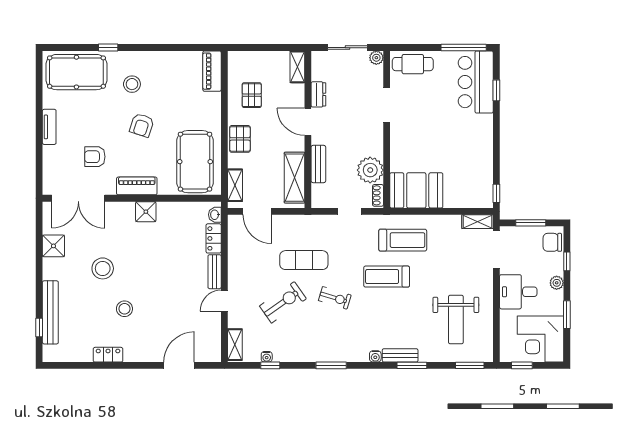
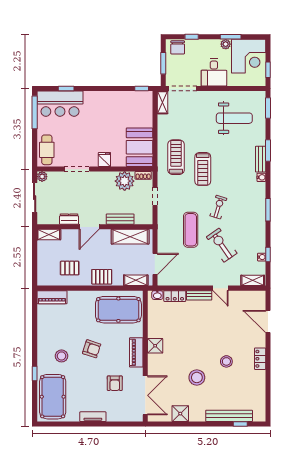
fridge: (400, 143) -> (104, 159), added
plant: (557, 283) -> (226, 44), moved
locker: (108, 355) -> (260, 359), moved

